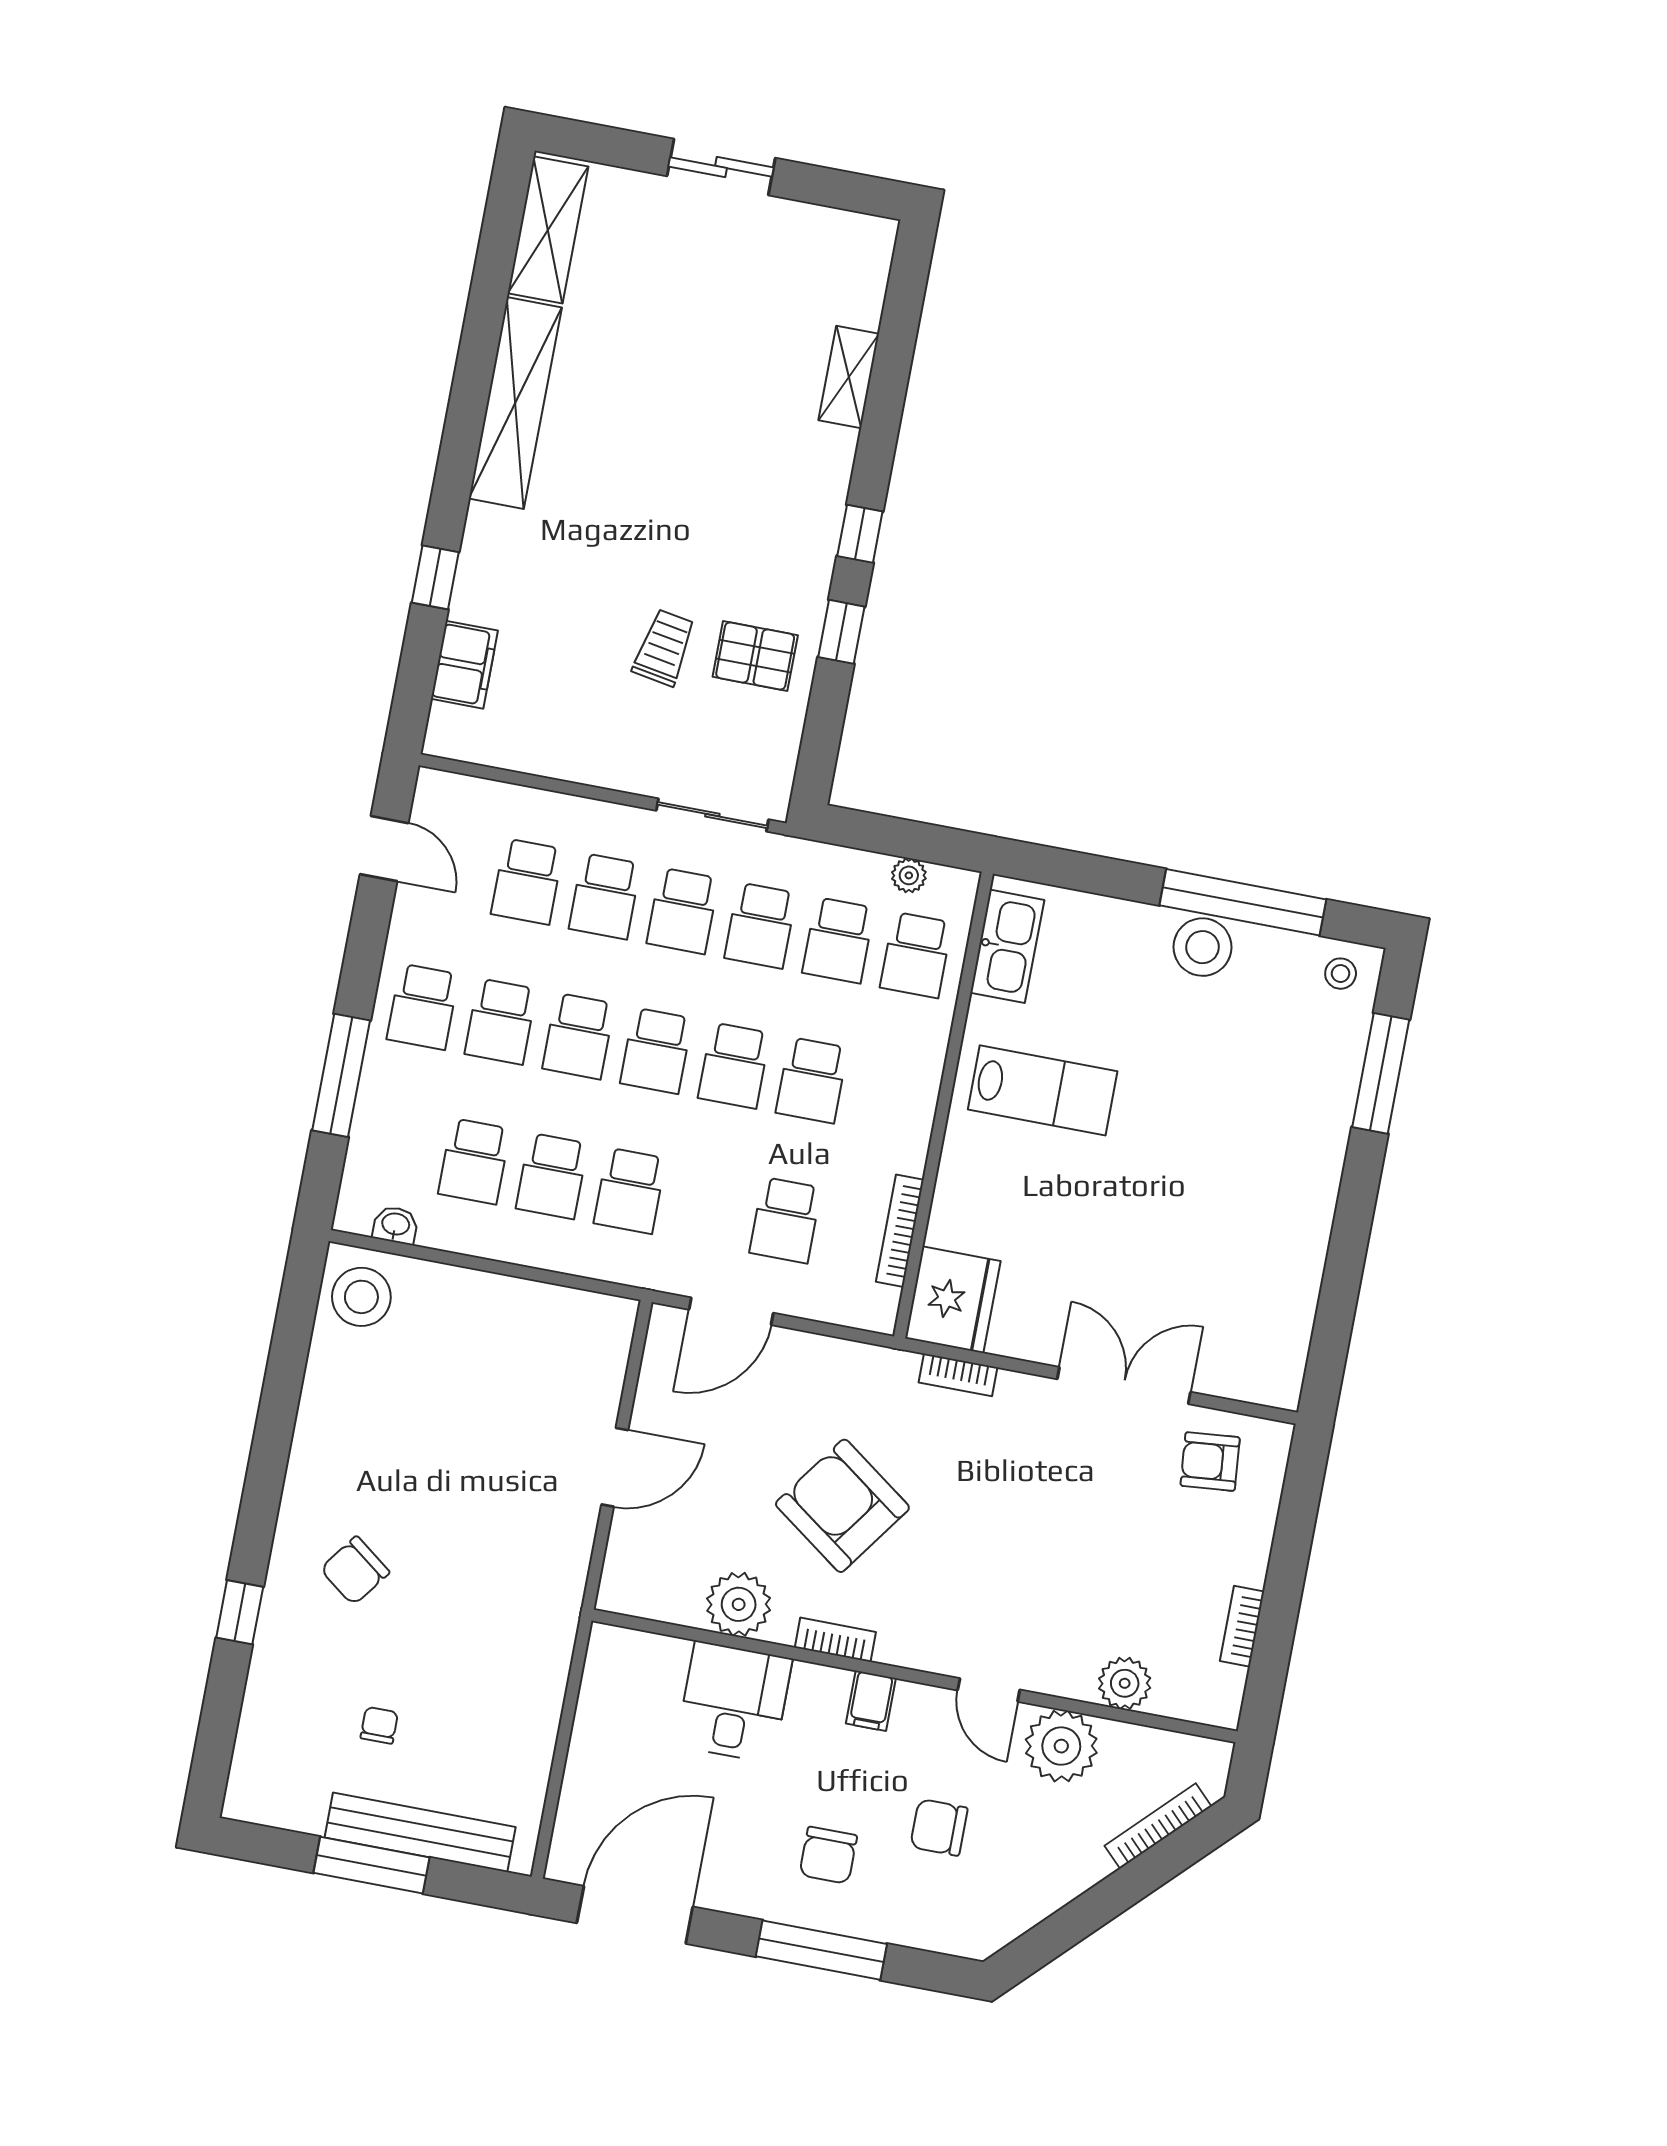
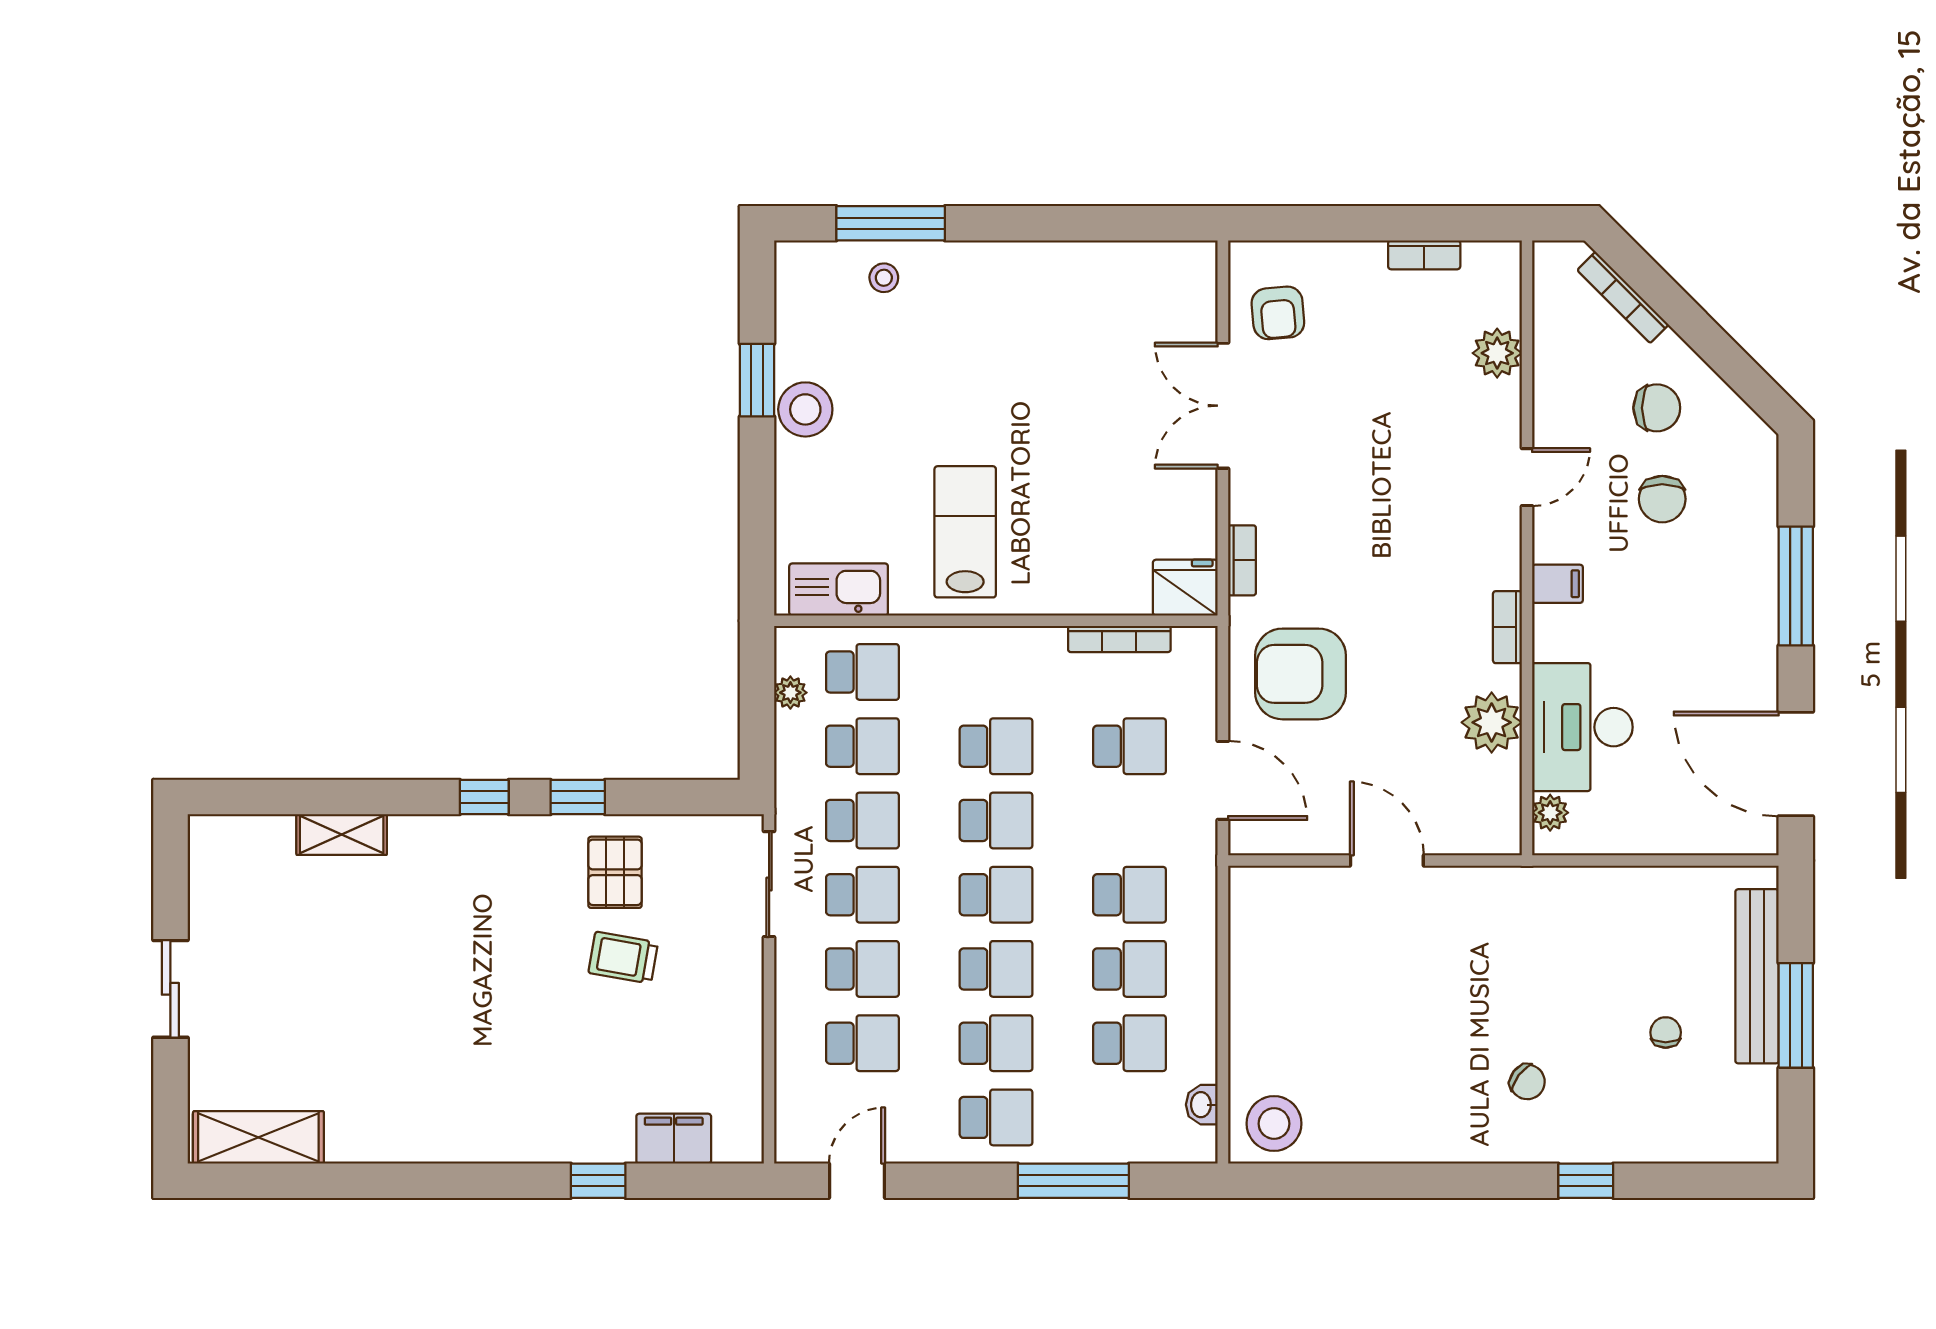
shelving: (515, 403) -> (424, 1137), removed
window: (1243, 902) -> (757, 380), width x0.47
stool: (1341, 974) -> (884, 278), moved
fridge: (953, 1300) -> (1185, 588), width x0.73, depth x0.75
armchair: (842, 1506) -> (1301, 674), moved, turned 54
chair: (355, 1571) -> (1527, 1082), width x0.73, depth x0.73
desk: (734, 1702) -> (1582, 727), width x1.37
chair: (379, 1725) -> (1666, 1032), turned 90
plant: (1061, 1746) -> (1550, 813), moved, width x0.53, depth x0.53
chair: (828, 1855) -> (1657, 408), moved

